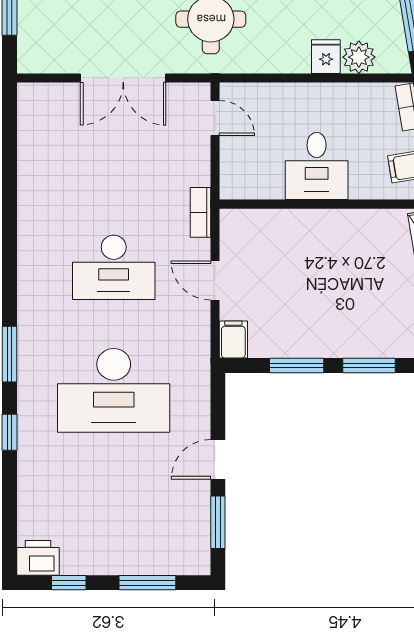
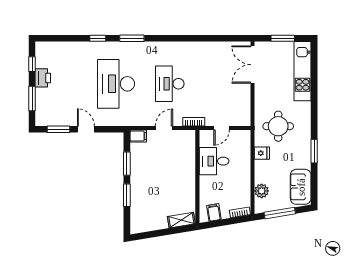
fridge: (326, 57) -> (262, 153), moved
double door: (123, 78) -> (253, 65), moved
door: (215, 118) -> (222, 128), moved
desk: (317, 166) -> (214, 161), moved
printer: (38, 558) -> (43, 78), moved

